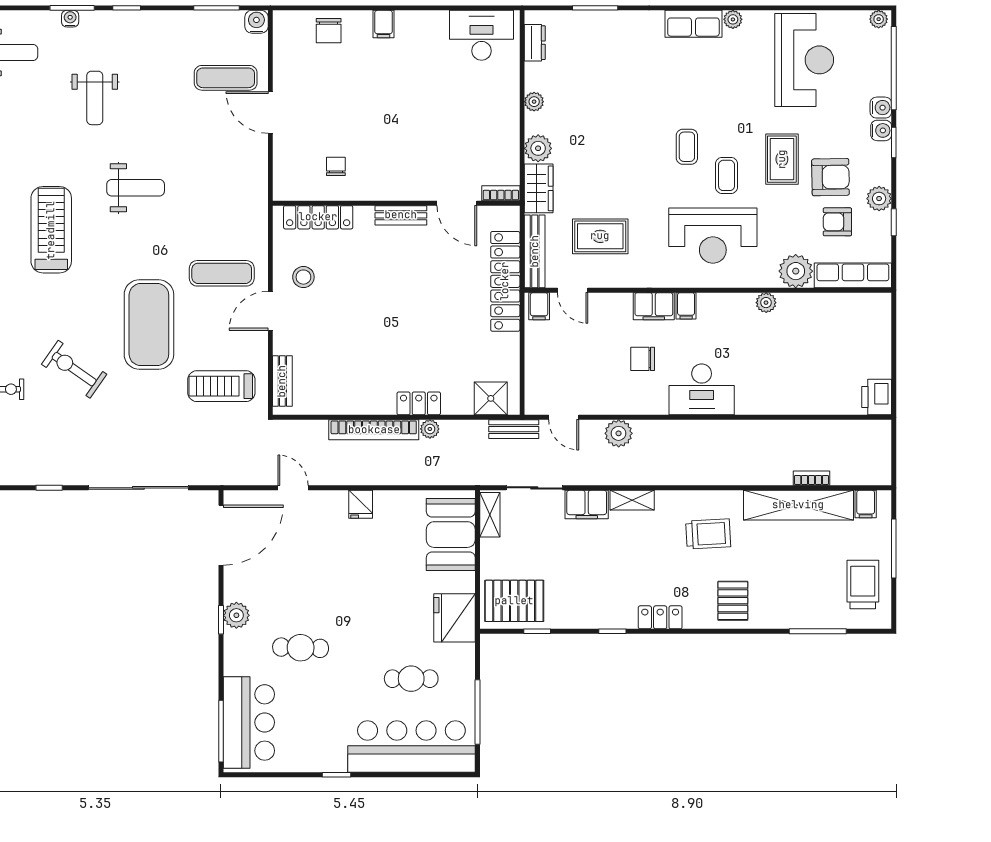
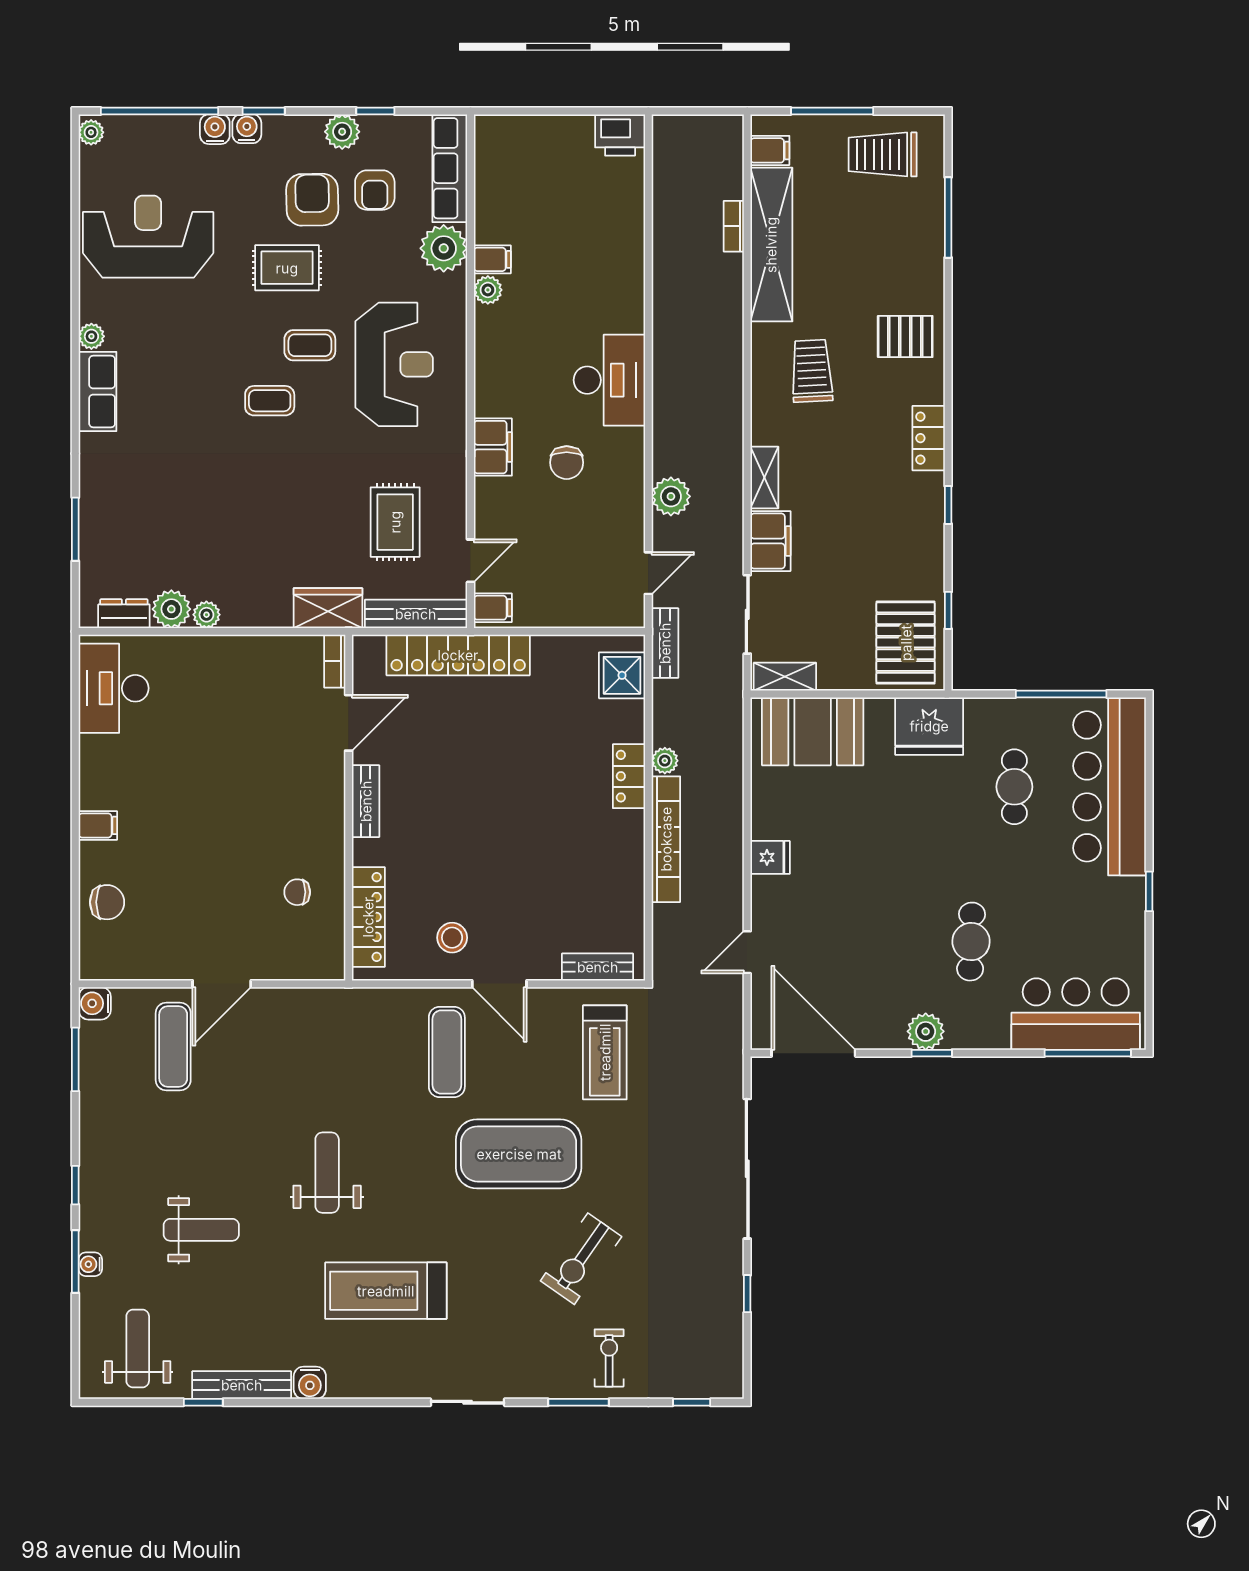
plant: (538, 148) -> (171, 609), moved
filing cabinet: (686, 306) -> (492, 259), moved

